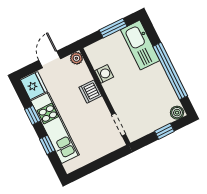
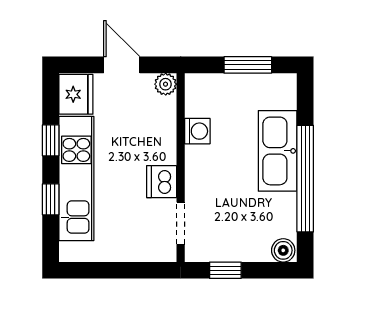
kitchen sink: (140, 45) -> (278, 151), moved
door: (50, 59) -> (122, 65), hinge flipped
dishwasher: (90, 92) -> (162, 182), moved
window: (164, 131) -> (225, 270), moved

